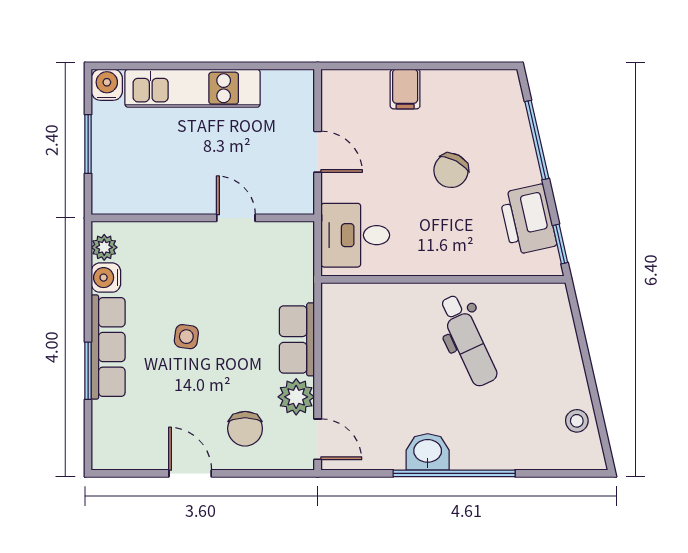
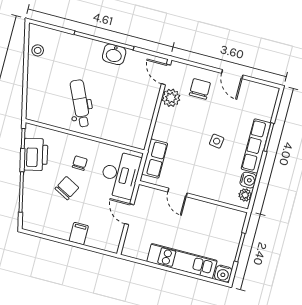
chair: (439, 225) -> (80, 163), added
desk: (355, 235) -> (120, 175), width x1.37
row of seats: (297, 339) -> (155, 159), moved

